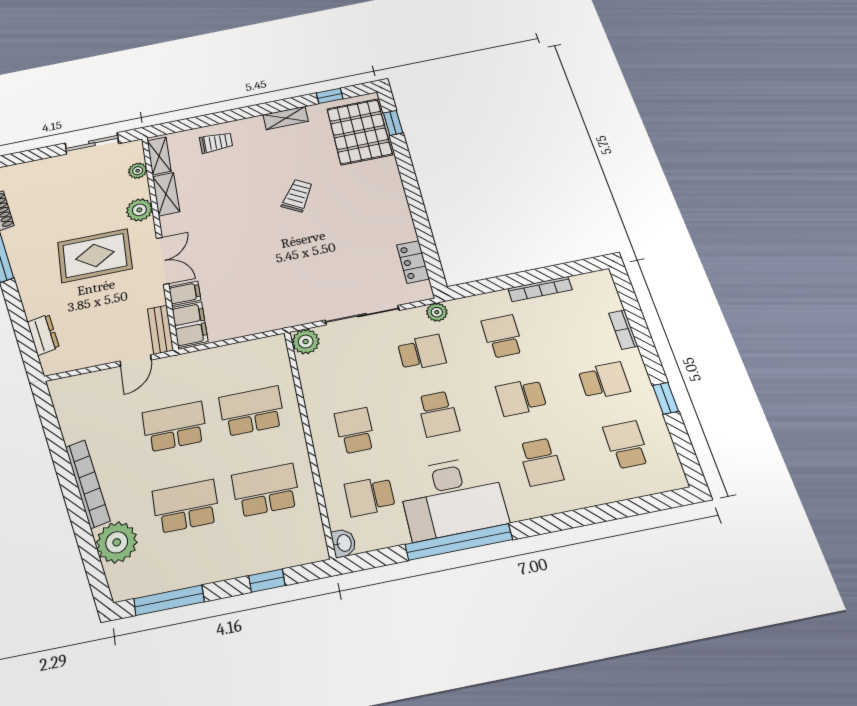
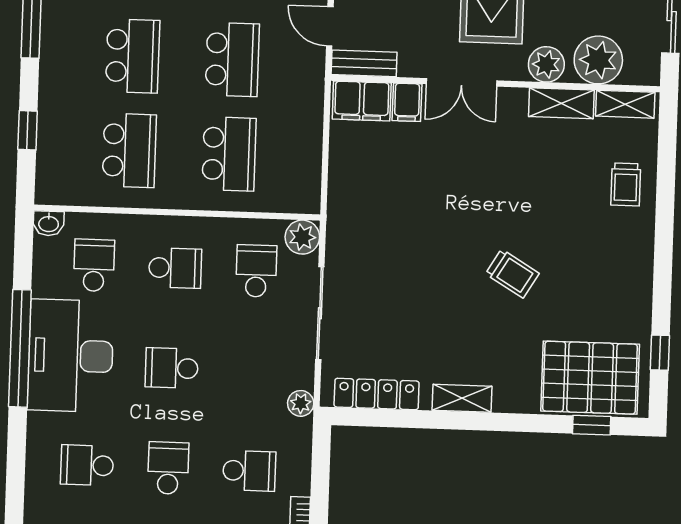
shelving: (286, 118) -> (462, 398), moved, turned 90
plant: (138, 171) -> (598, 60), width x1.88, depth x1.88
locker: (413, 262) -> (377, 394), width x1.53
school desk: (422, 352) -> (256, 271), moved, turned 180

